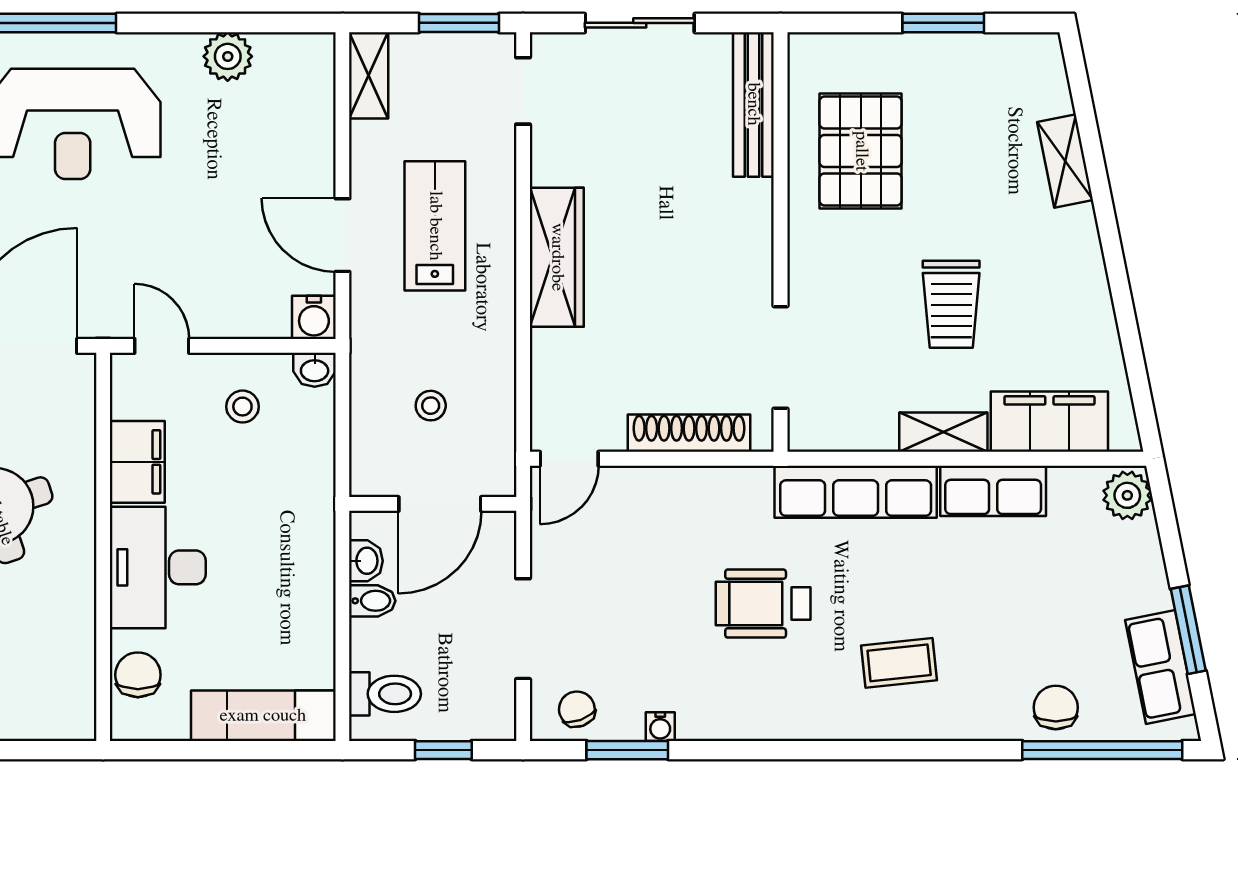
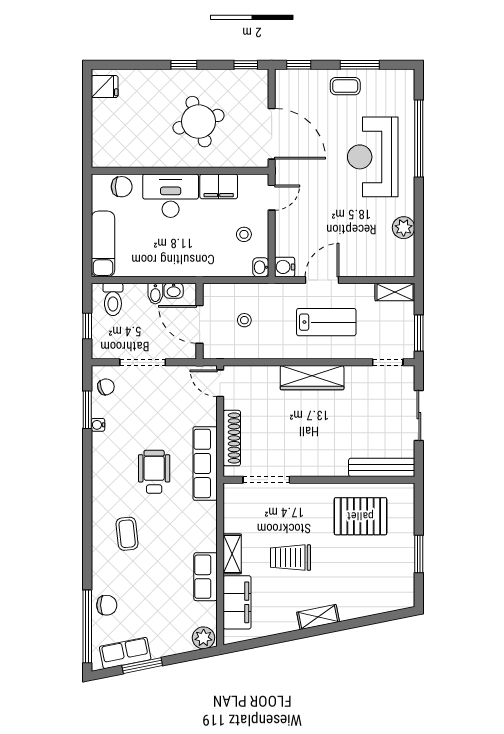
shelving: (1065, 161) -> (318, 617), moved
row of seats: (856, 492) -> (205, 463), moved

